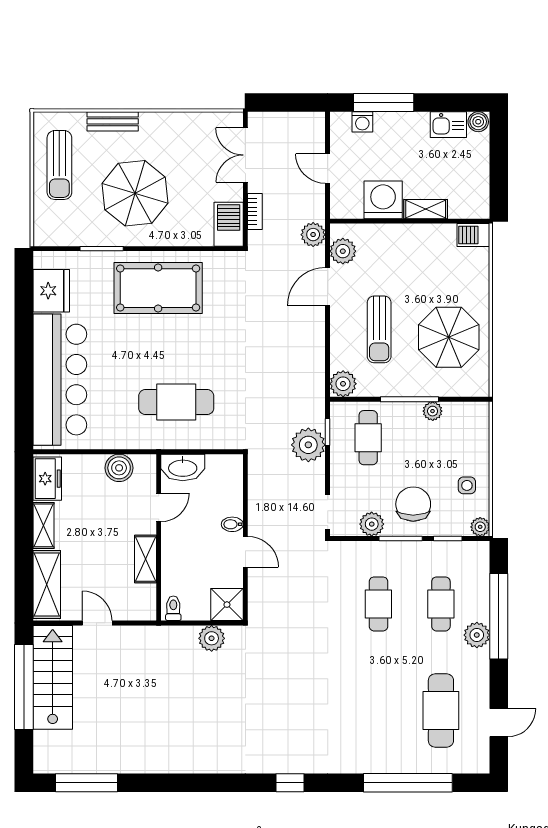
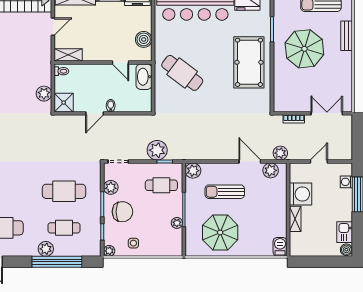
barbecue: (229, 224) -> (286, 104), removed
cafe table: (176, 402) -> (182, 73), turned -53
shelving: (146, 559) -> (68, 55), moved
cafe table: (378, 604) -> (64, 191), width x1.37, depth x1.35

